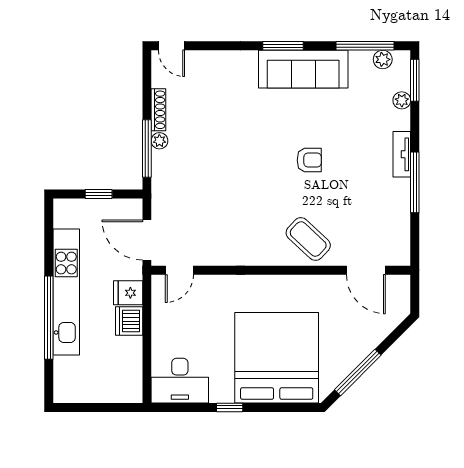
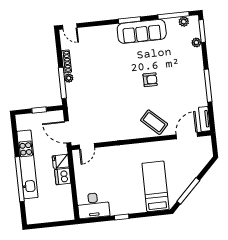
tv unit: (402, 154) -> (204, 119), moved
door: (366, 270) -> (187, 136), swing flipped
bed: (277, 358) -> (155, 186), width x0.49

